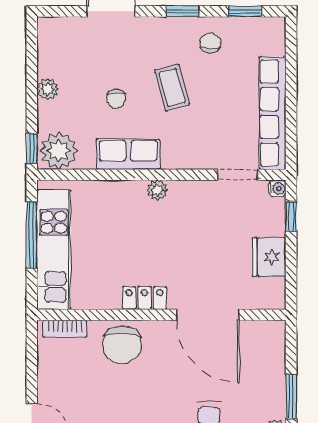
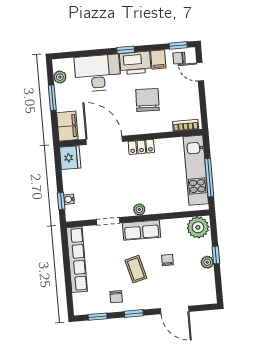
window: (32, 149) -> (216, 255), moved
row of seats: (128, 154) -> (141, 230), moved
doorway: (237, 175) -> (108, 221), moved
water cooler: (277, 188) -> (69, 199), moved
fridge: (269, 257) -> (70, 158), moved
chair: (122, 345) -> (147, 100), moved
filing cabinet: (269, 345) -> (67, 126), added

